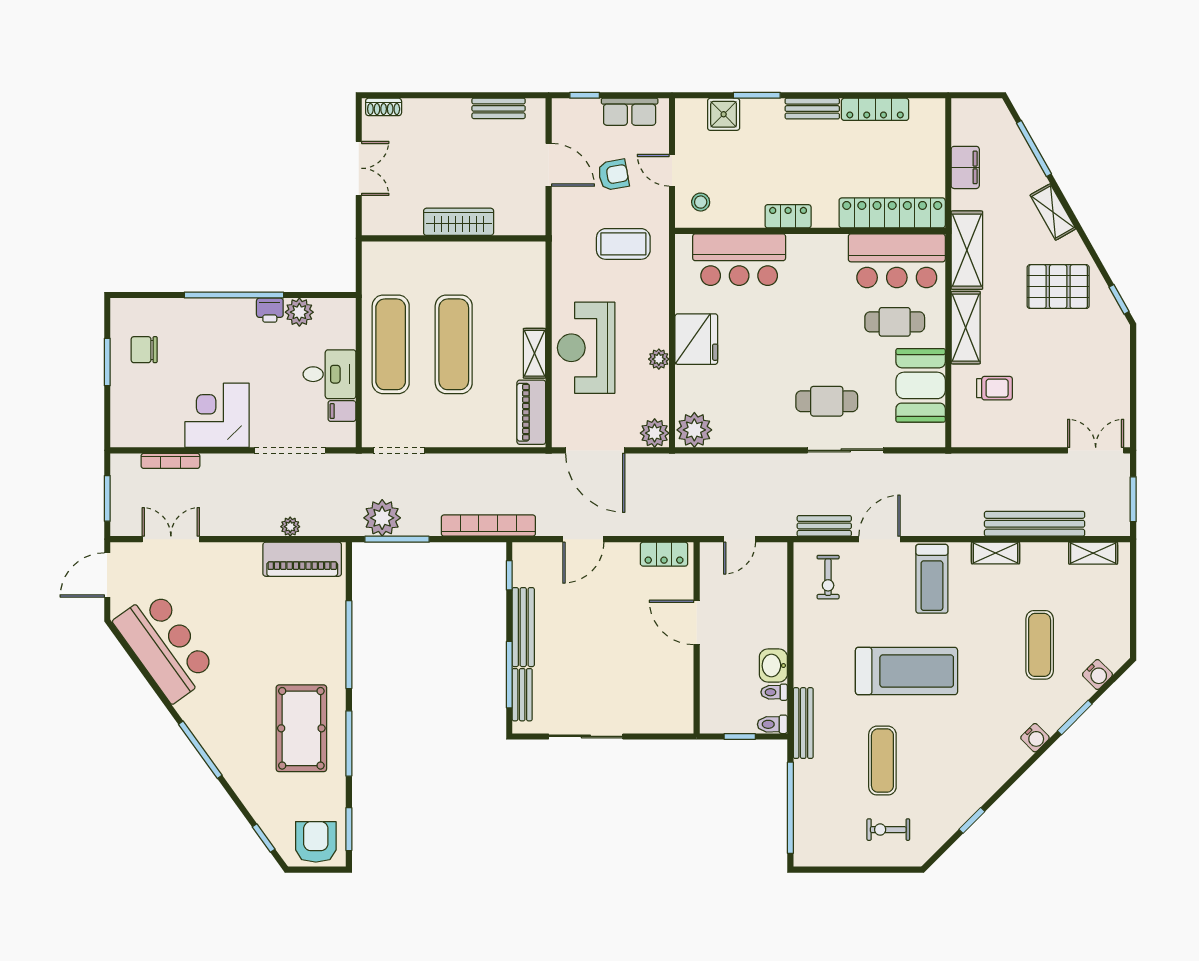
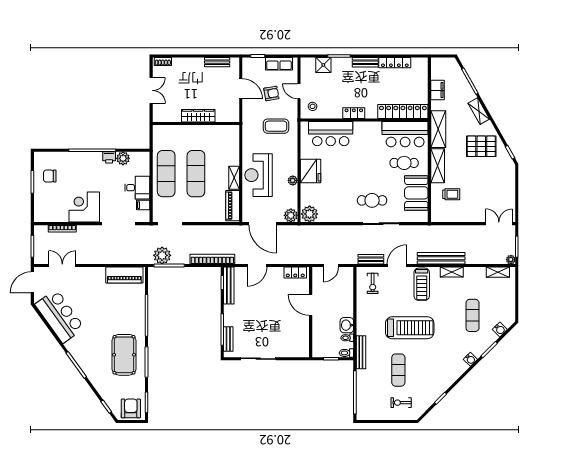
bench: (1035, 524) -> (441, 258), moved
plant: (290, 527) -> (511, 260), moved
bench: (523, 627) -> (229, 286), moved

